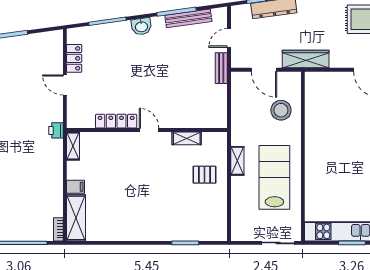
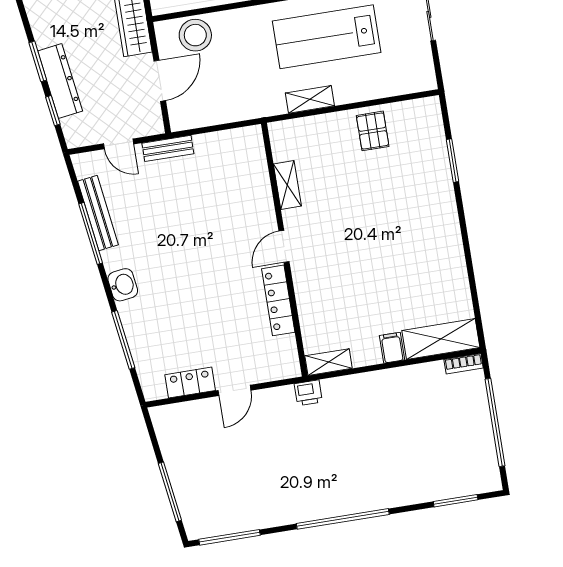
stool: (281, 110) -> (195, 35), moved
pallet: (204, 175) -> (373, 131), moved

